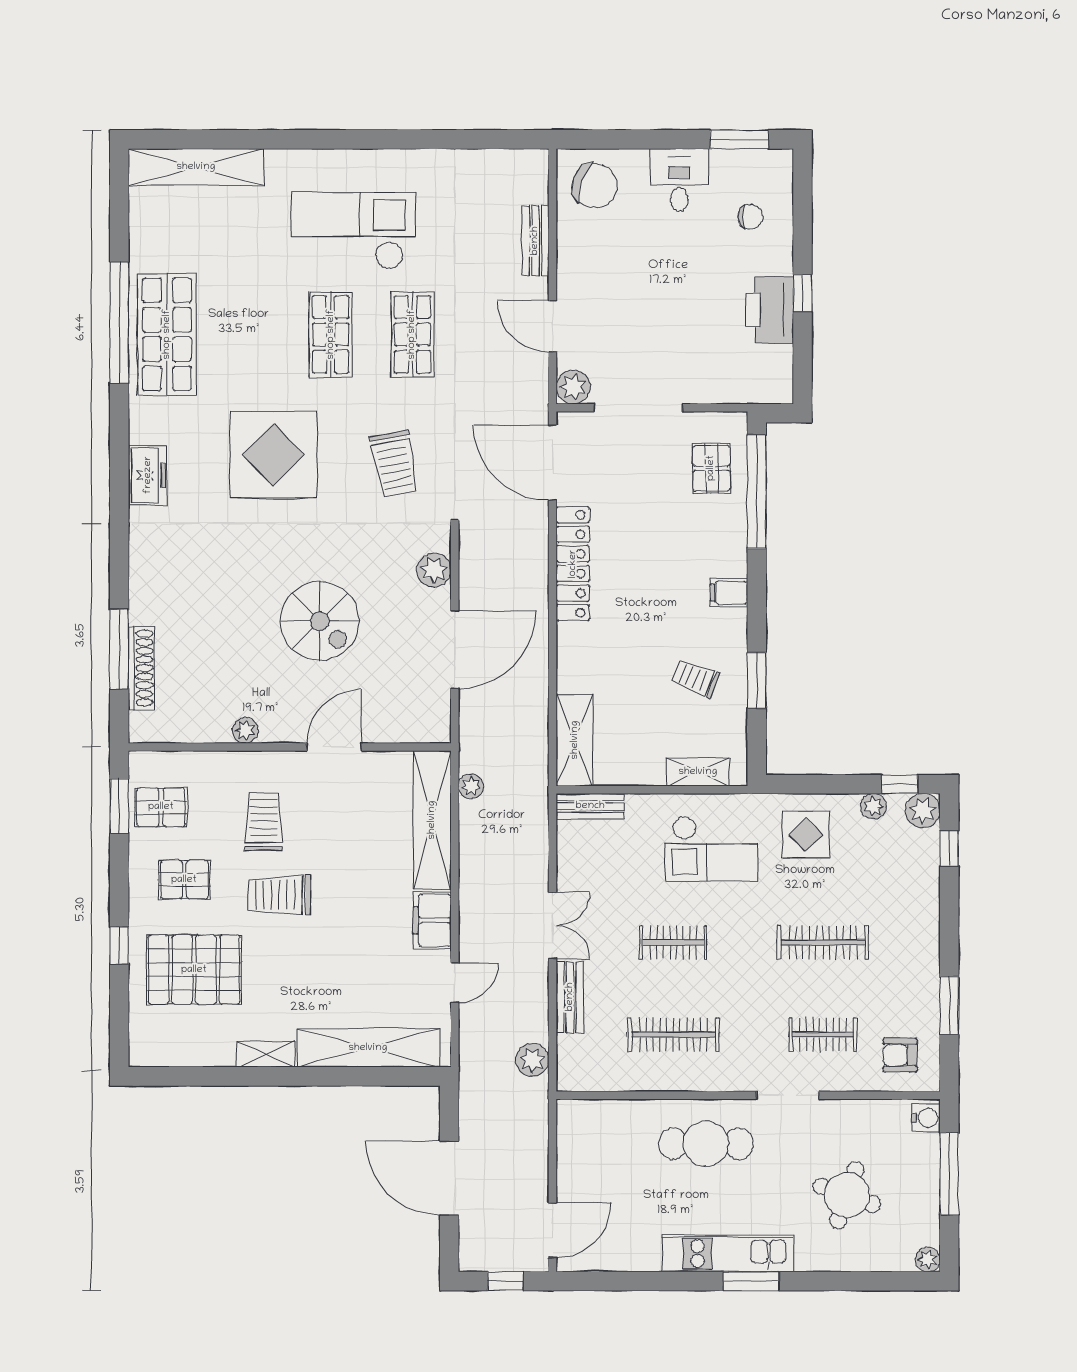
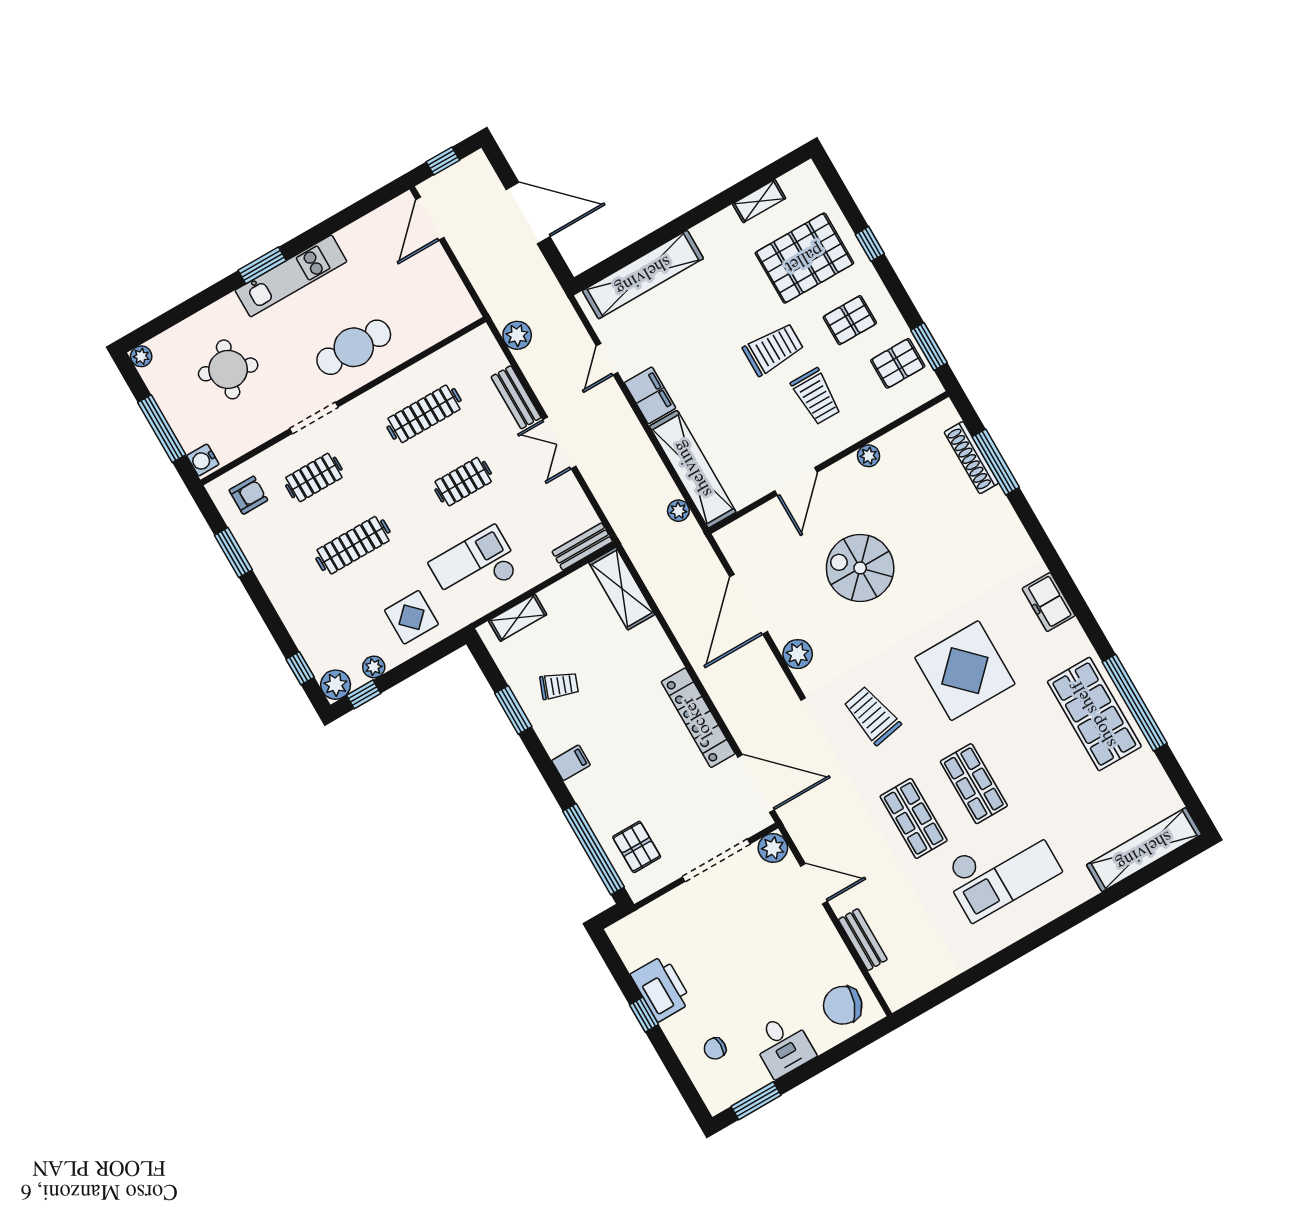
shelving: (266, 1054) -> (759, 201), moved

